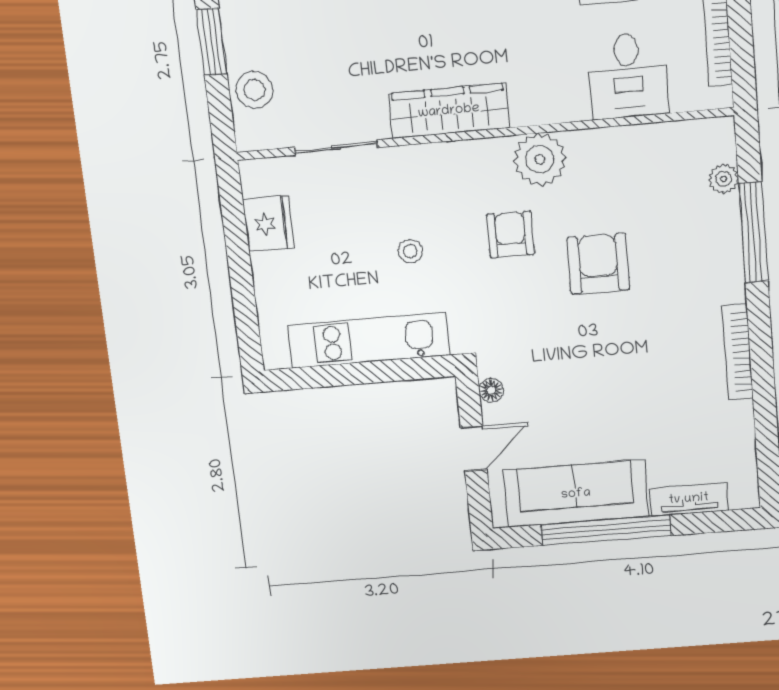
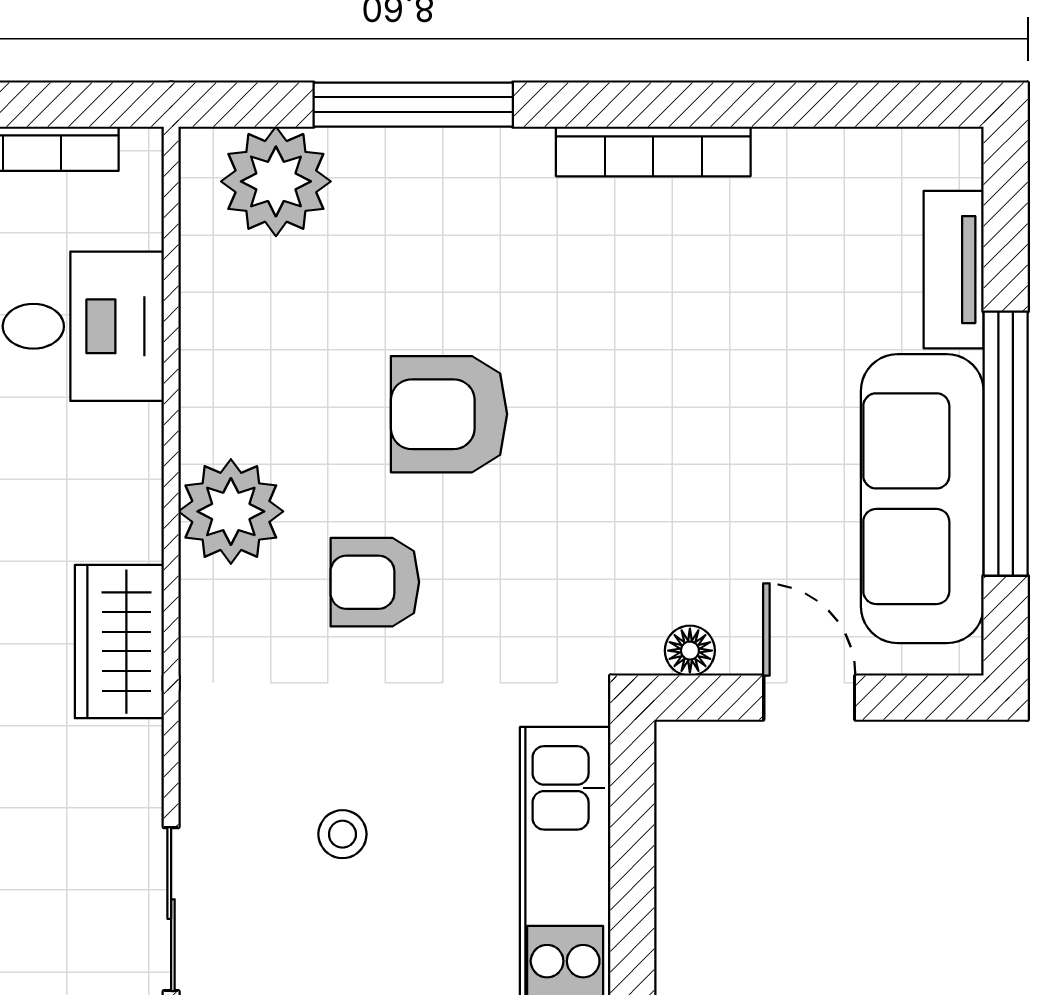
wardrobe: (449, 111) -> (119, 642), width x0.67
plant: (724, 179) -> (276, 181), width x1.87, depth x1.87
stool: (410, 251) -> (342, 834), moved

